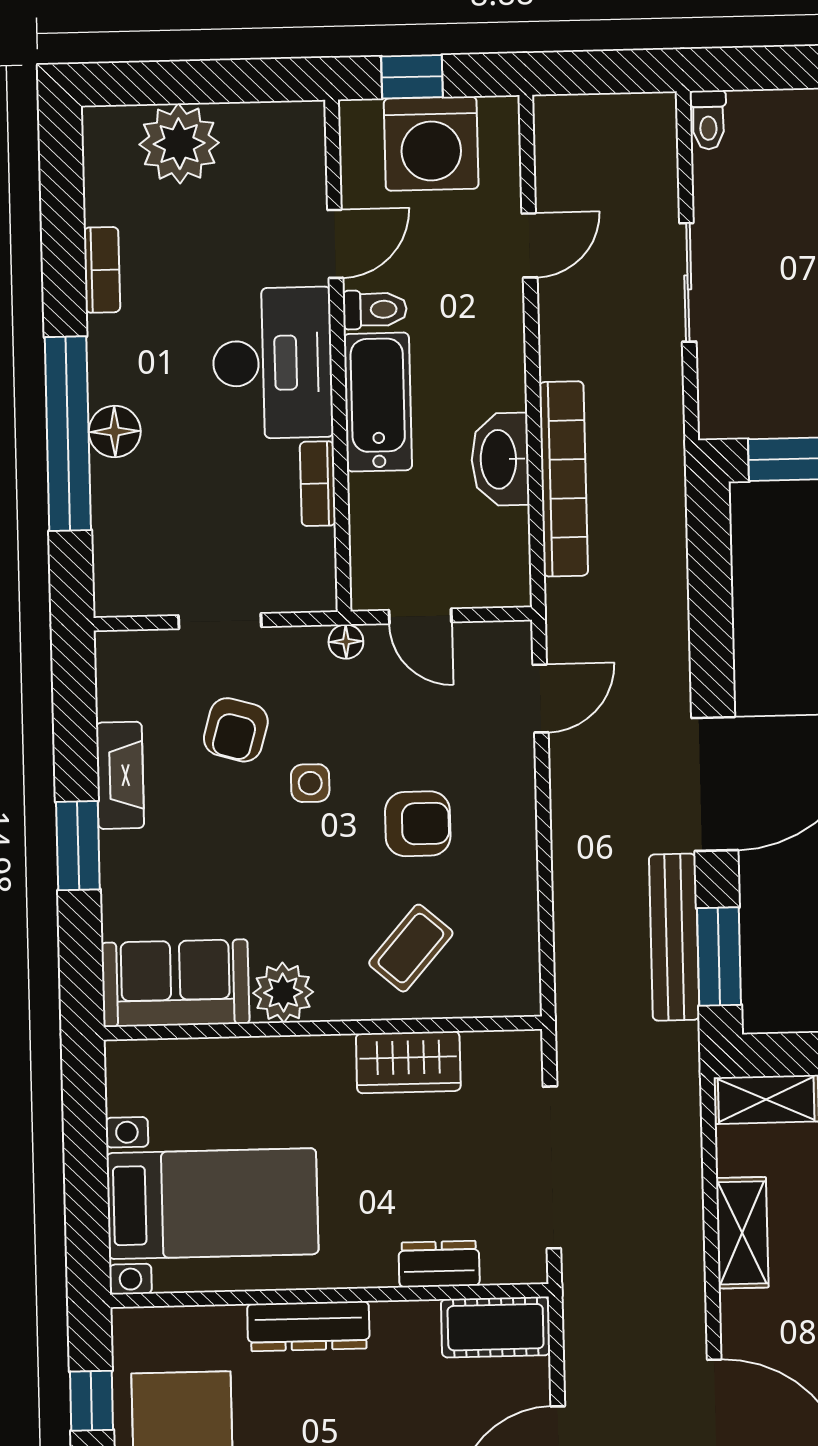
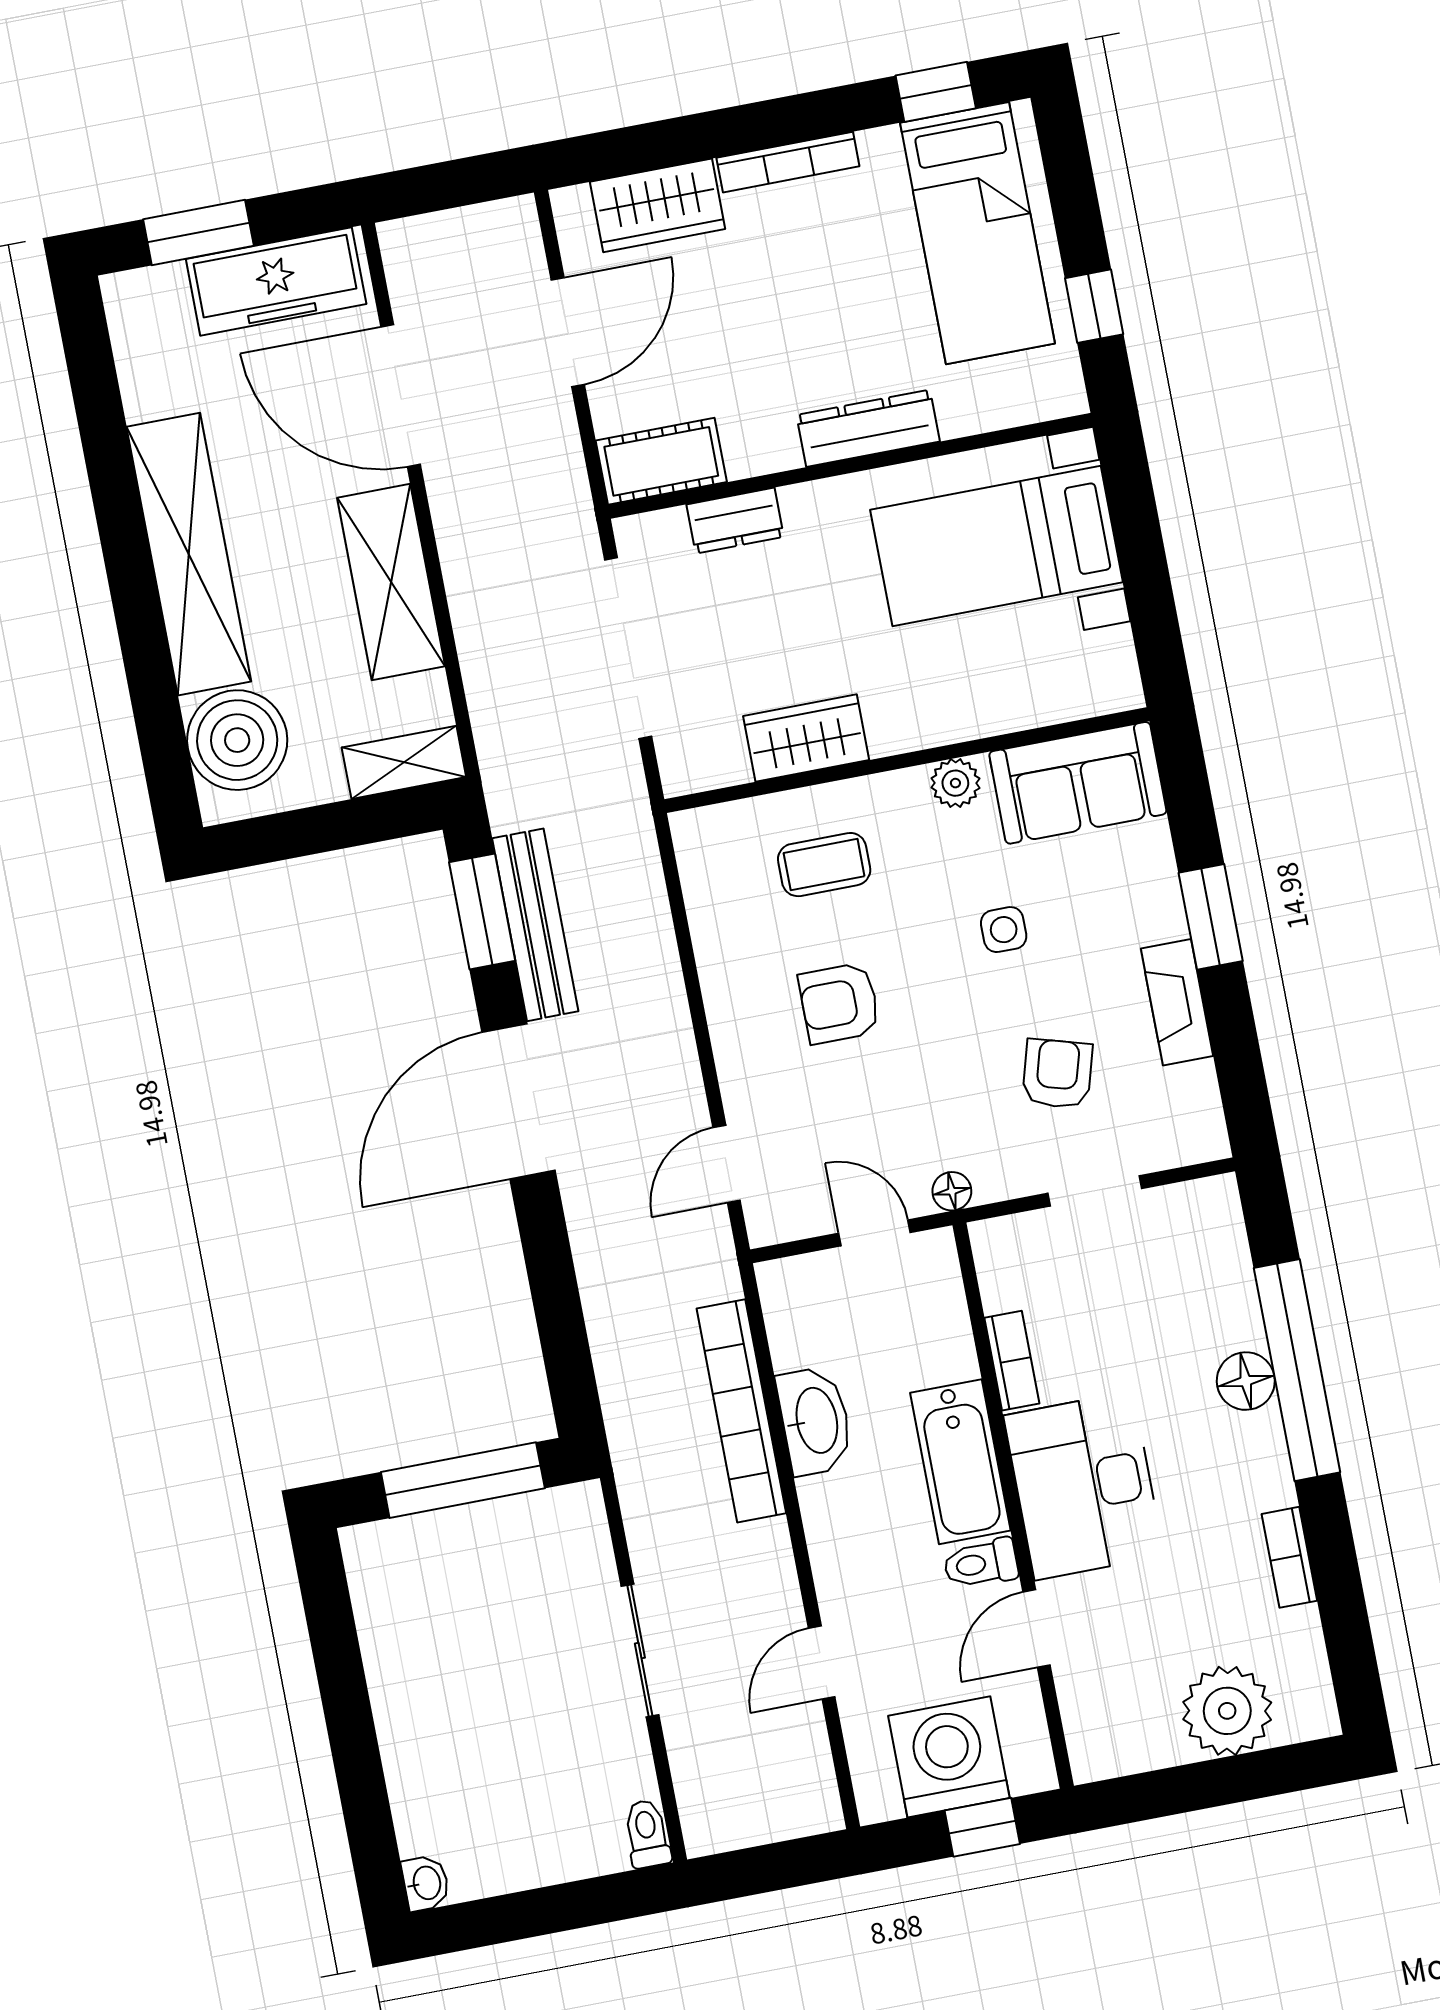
side table: (310, 783) -> (1004, 930), moved
coffee table: (411, 948) -> (824, 865), turned 49
plant: (283, 992) -> (955, 783), width x0.73, depth x0.73
shelving: (742, 1233) -> (391, 582), width x1.50, depth x1.33

